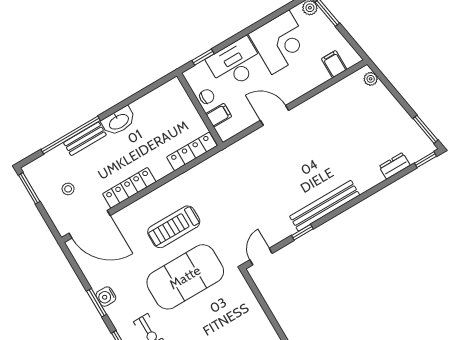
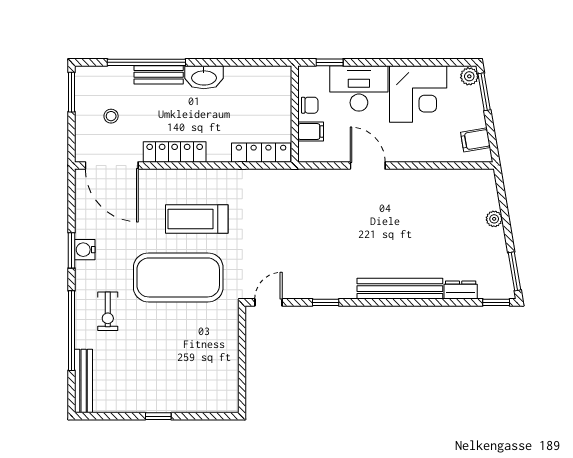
filing cabinet: (334, 64) -> (475, 140), moved, turned -100
plant: (371, 79) -> (494, 219), moved
bench: (325, 206) -> (400, 289), moved

